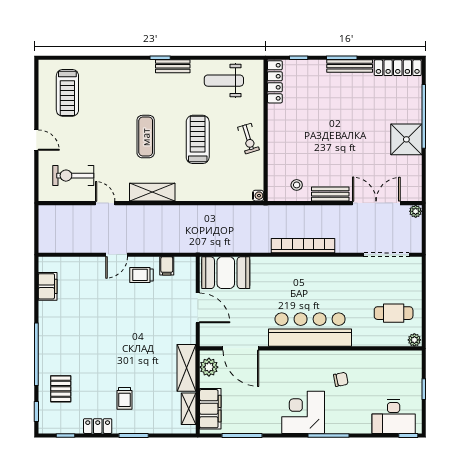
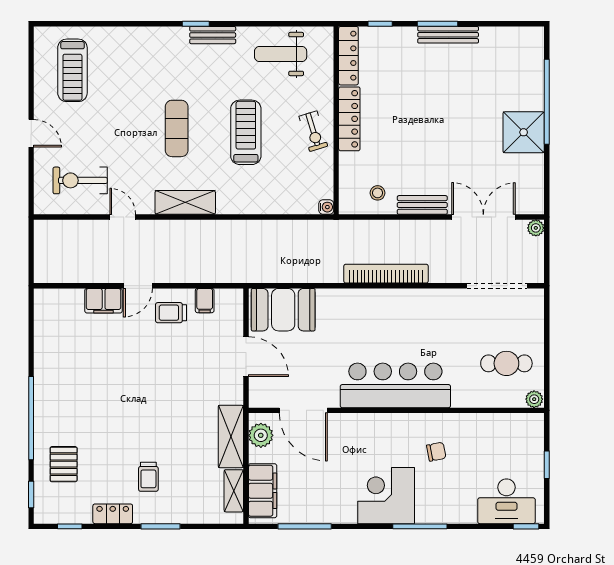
locker: (398, 68) -> (349, 119), moved, turned -90
filing cabinet: (48, 286) -> (104, 301), moved, turned 90

